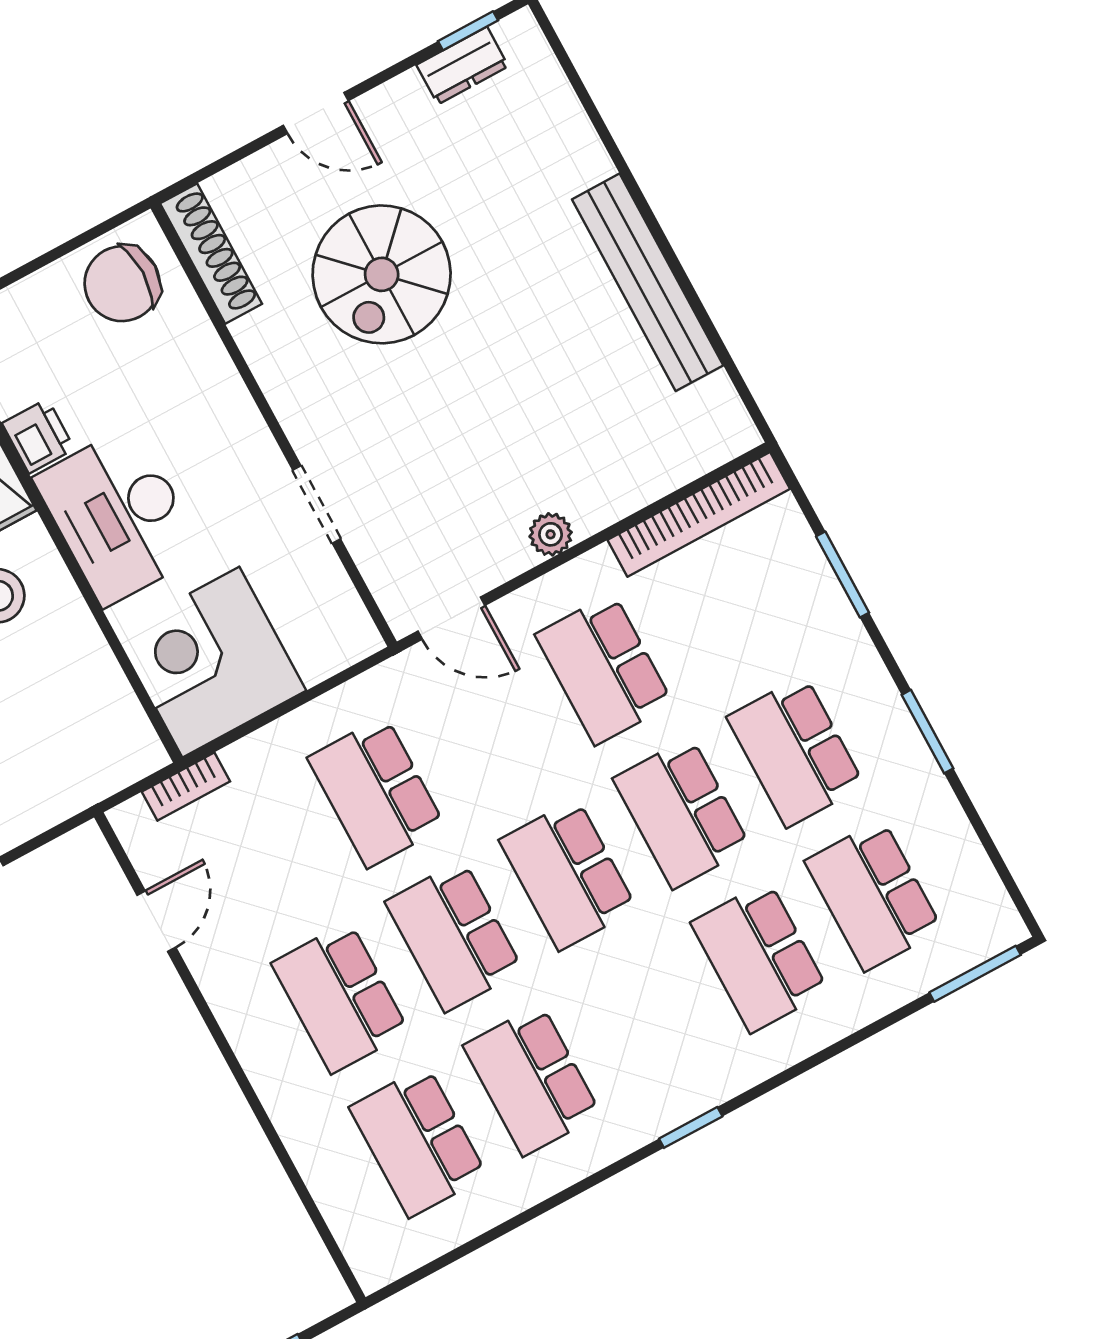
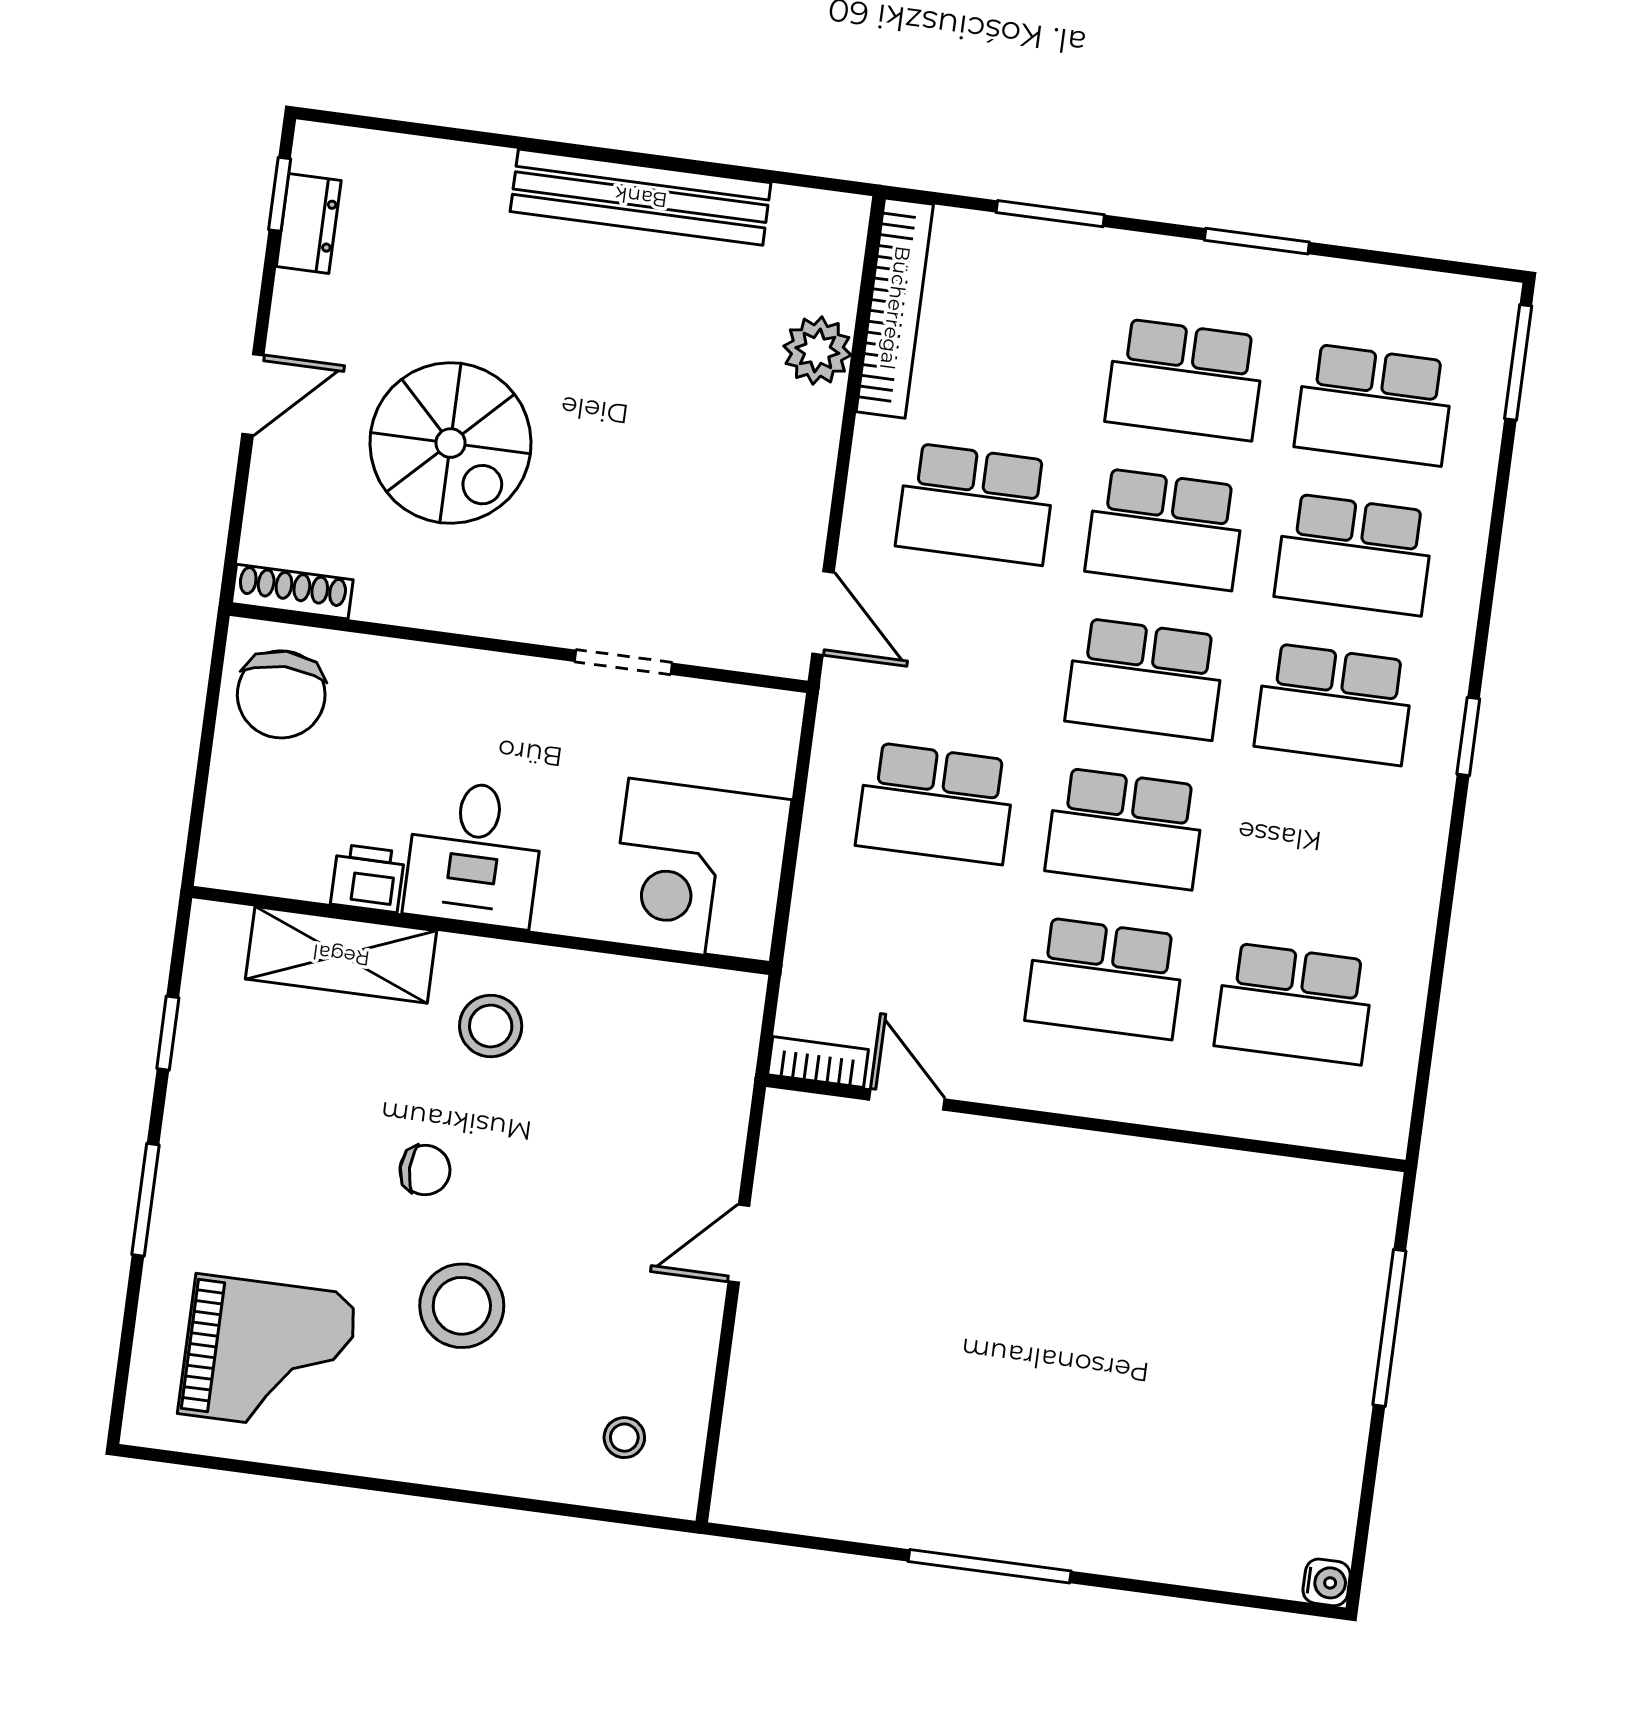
shoe rack: (211, 254) -> (292, 592), width x0.74, depth x0.81
desk: (119, 516) -> (474, 854), width x0.73
plant: (551, 534) -> (817, 350), moved, width x1.38, depth x1.38
door: (451, 618) -> (823, 613), hinge flipped
bookcase: (186, 787) -> (818, 1062), moved, turned -90
school desk: (532, 1080) -> (1334, 704), moved

